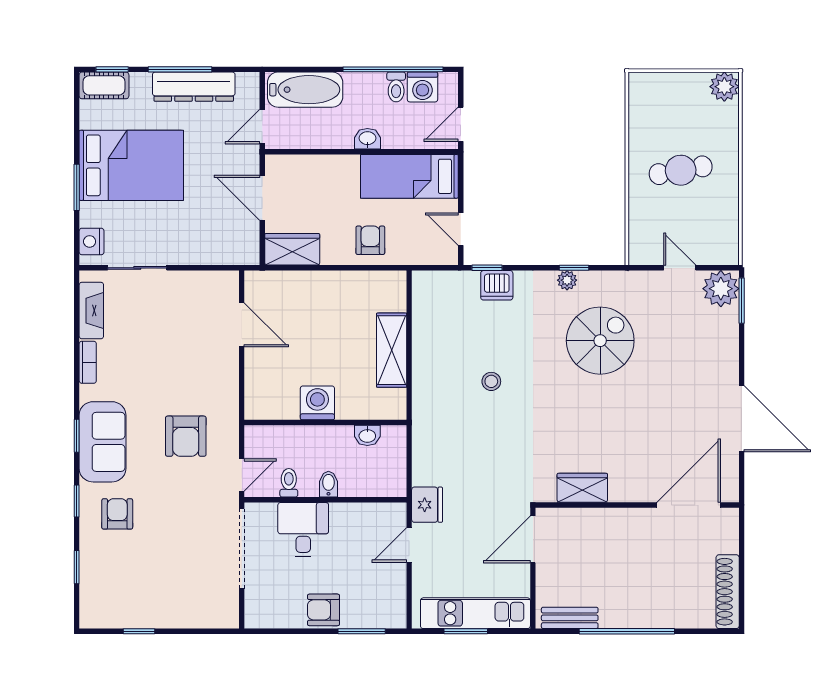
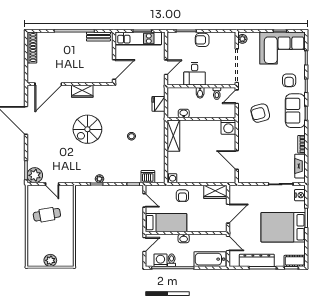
plant: (724, 87) -> (50, 260), moved
door: (262, 127) -> (228, 244), hinge flipped
cafe table: (681, 170) -> (47, 215), moved
door: (262, 198) -> (228, 214), hinge flipped
washing machine: (395, 281) -> (172, 178), added
dishwasher: (497, 285) -> (148, 177), moved
spiral stairs: (600, 341) -> (87, 129), moved
shelving: (392, 350) -> (173, 136), moved
washing machine: (317, 403) -> (228, 127), moved
armchair: (186, 436) -> (260, 113), turned -105
wardrobe: (582, 488) -> (82, 91), moved
fridge: (427, 505) -> (159, 104), moved
desk: (303, 530) -> (195, 74), moved
corner sofa: (133, 590) -> (283, 48), added
armchair: (323, 610) -> (202, 40), turned 180
plant: (228, 612) -> (242, 39), added

